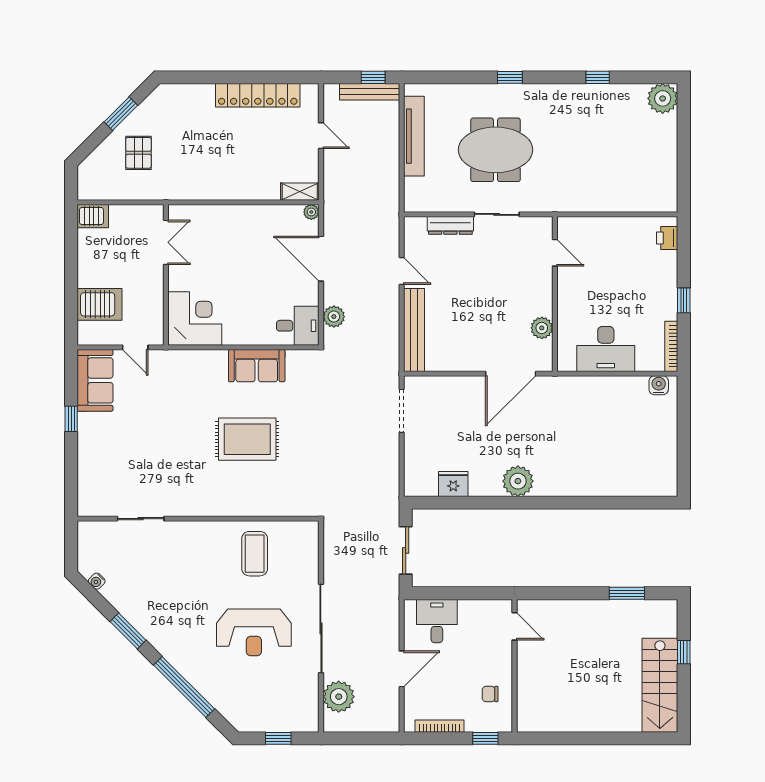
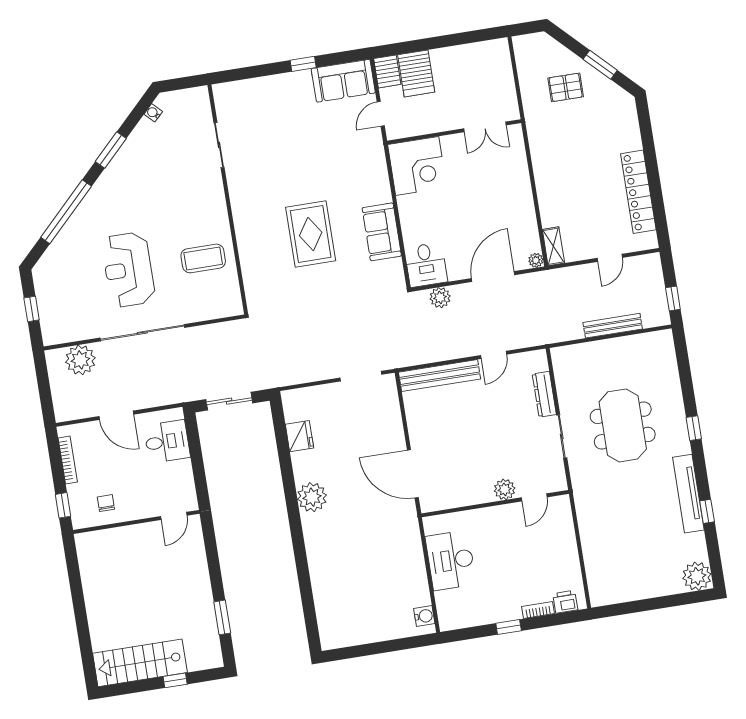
bench: (370, 92) -> (613, 326), moved, turned 90
tv unit: (414, 136) -> (688, 494), moved, turned 90
server rack: (93, 216) -> (387, 71), moved
plant: (542, 328) -> (505, 489), moved
bookcase: (671, 346) -> (538, 610), moved, width x0.64

